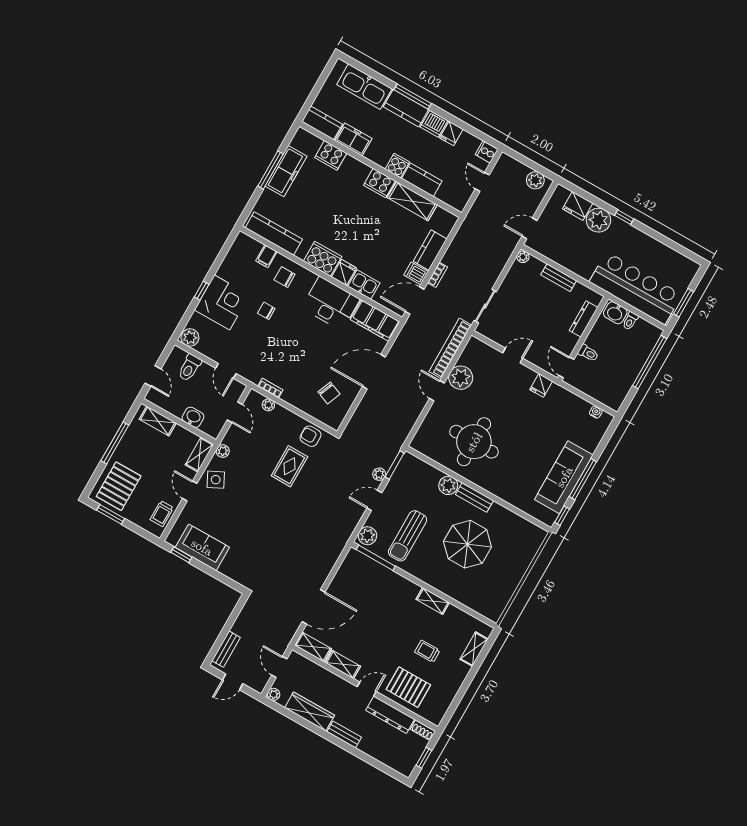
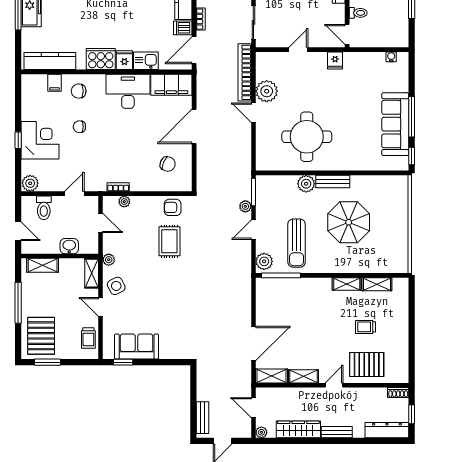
door: (226, 371) -> (74, 194), swing flipped
shelving: (474, 649) -> (377, 284), moved, turned 90
dresser: (390, 715) -> (387, 430), moved, turned 180

